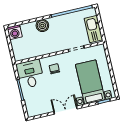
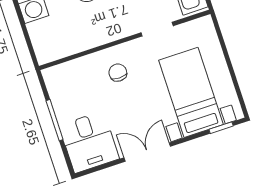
desk: (30, 74) -> (89, 142), moved, turned 180

